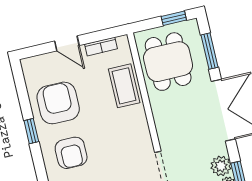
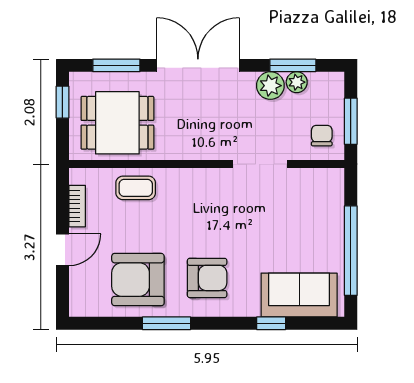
coffee table: (124, 86) -> (136, 188), width x0.73, depth x0.77
window: (31, 131) -> (166, 323), width x1.50

